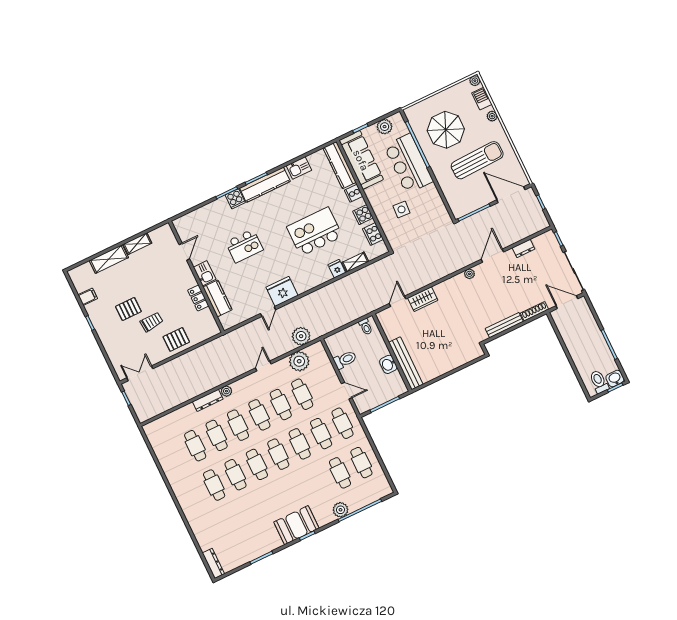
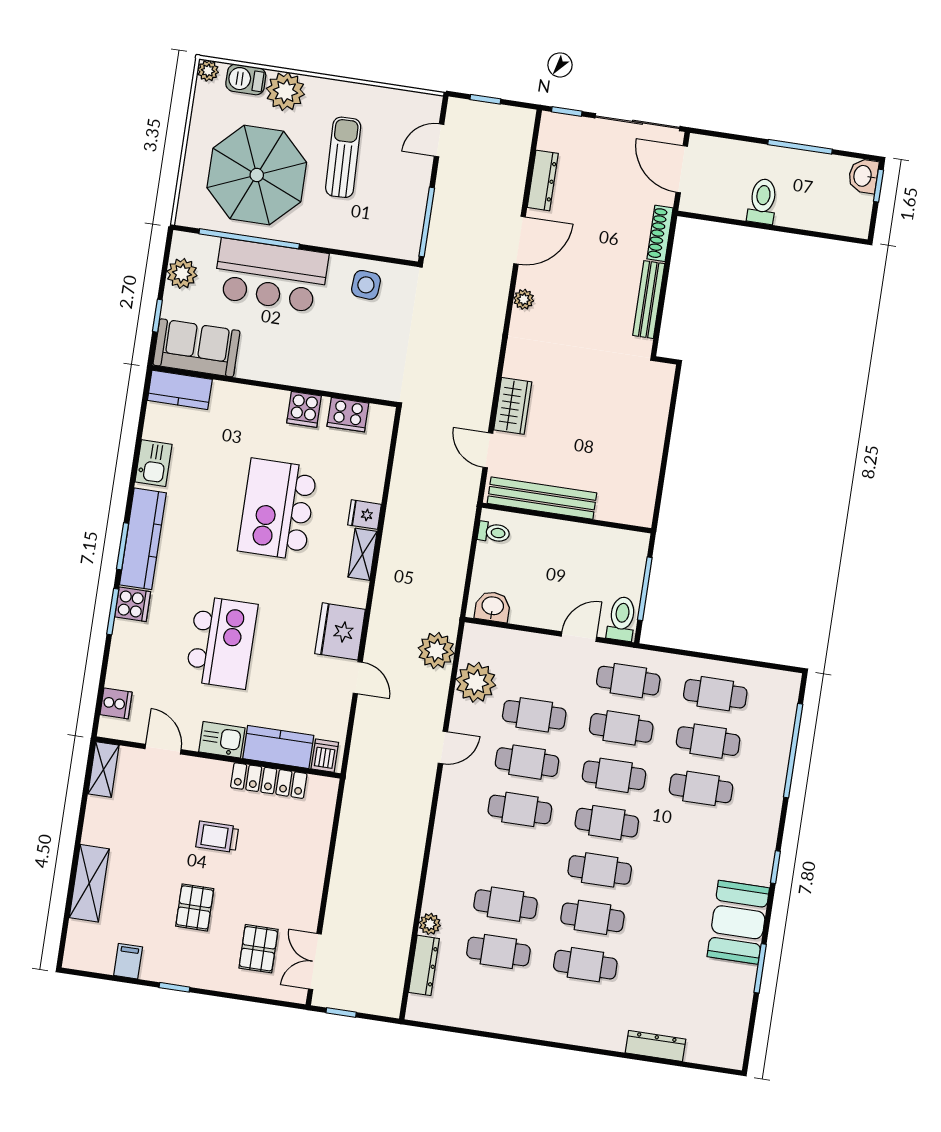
plant: (492, 116) -> (285, 91), width x1.88, depth x1.88
parasol: (446, 130) -> (257, 175), width x1.36, depth x1.36
sofa: (361, 160) -> (196, 348), width x0.73
sun lounger: (477, 160) -> (343, 157), width x0.73, depth x0.75
kitchen counter: (340, 165) -> (180, 390), width x0.67
cooker: (354, 193) -> (116, 703), moved, turned -90
door: (511, 195) -> (439, 140), width x0.53
side table: (401, 209) -> (366, 285), moved
shelving: (137, 244) -> (104, 770), moved
kitchen island: (244, 246) -> (222, 642), width x1.37, depth x1.28
dresser: (523, 248) -> (543, 180), width x1.44
door: (492, 256) -> (520, 240), swing flipped
shelving: (355, 262) -> (363, 554), moved
locker: (198, 298) -> (269, 781), width x1.53
door: (567, 302) -> (682, 169), hinge flipped
dishwasher: (227, 320) -> (325, 756), added
trolley: (152, 322) -> (217, 837), moved, turned -85
pallet: (176, 339) -> (258, 949), moved
toilet: (345, 360) -> (622, 619), moved
bench: (406, 363) -> (542, 498), moved
washbasin: (388, 364) -> (493, 607), moved, turned 180
door: (263, 366) -> (443, 748), swing flipped
toilet: (599, 382) -> (763, 201), moved, turned 90
plant: (226, 391) -> (430, 924), moved
dresser: (208, 400) -> (424, 965), moved
cafe table: (238, 425) -> (701, 788), moved
plant: (340, 510) -> (770, 782), removed
booth: (296, 525) -> (738, 922), moved
dresser: (213, 563) -> (655, 1046), moved

